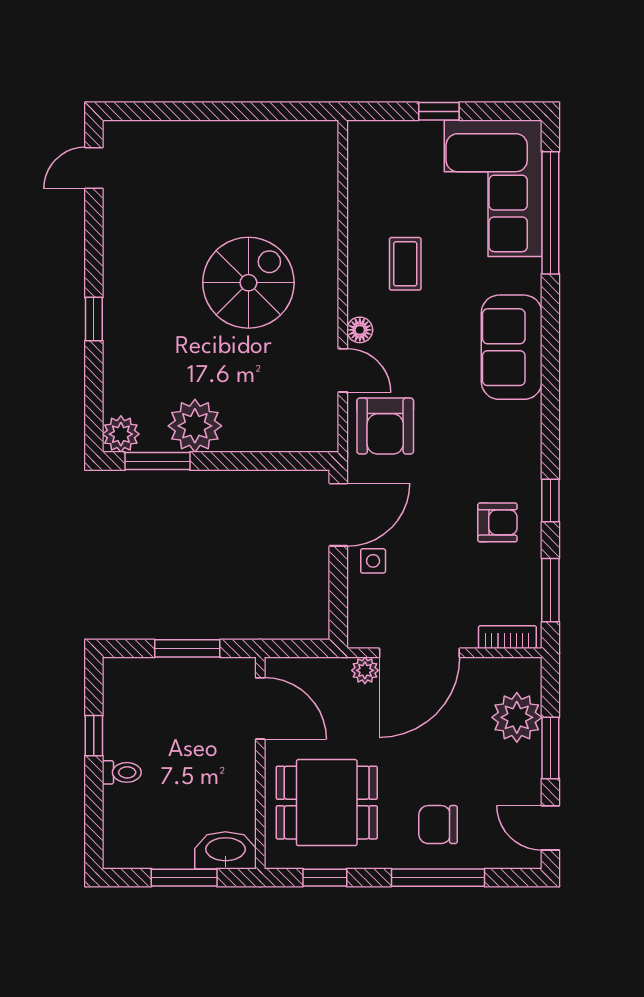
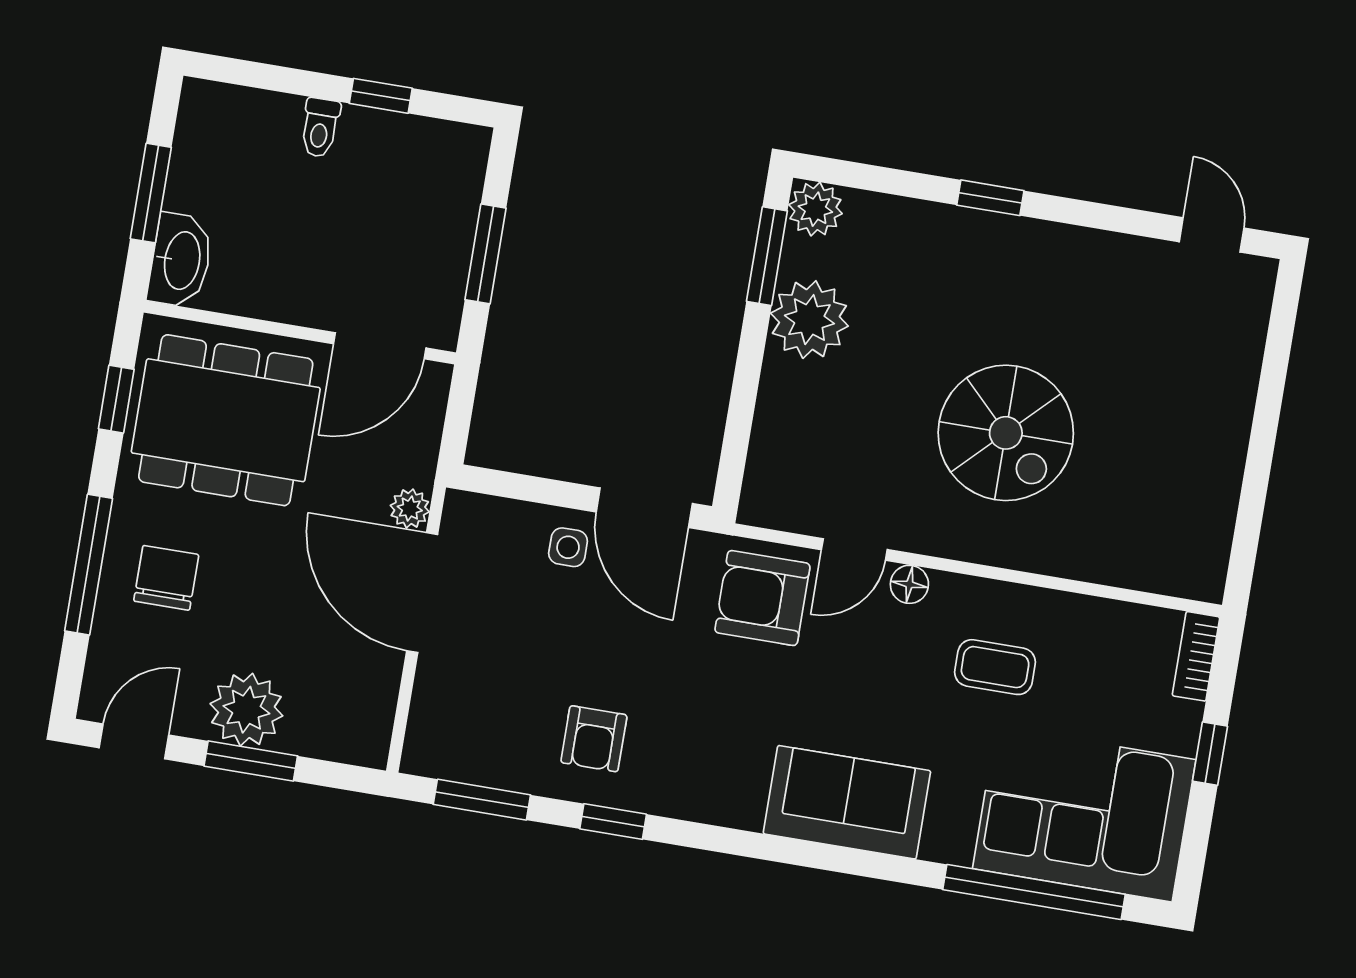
bookcase: (507, 637) -> (1196, 656), moved, turned 180
plant: (517, 717) -> (246, 710), moved
dining table: (327, 803) -> (226, 420), width x1.38

